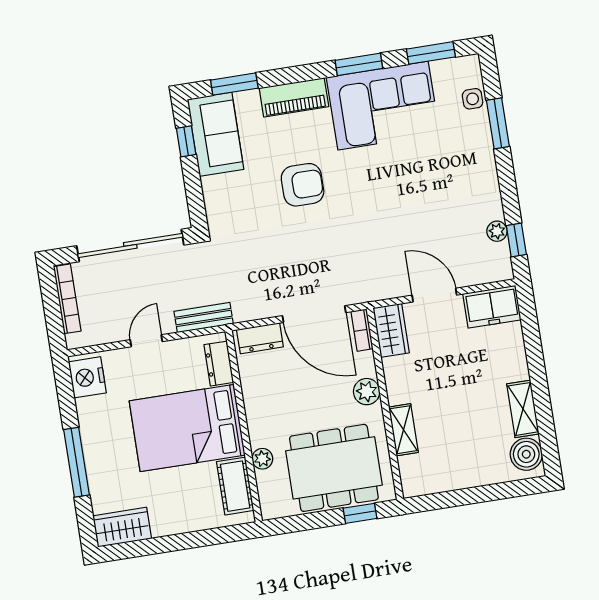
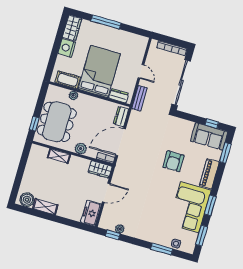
nightstand: (87, 377) -> (67, 48), moved, turned -90

